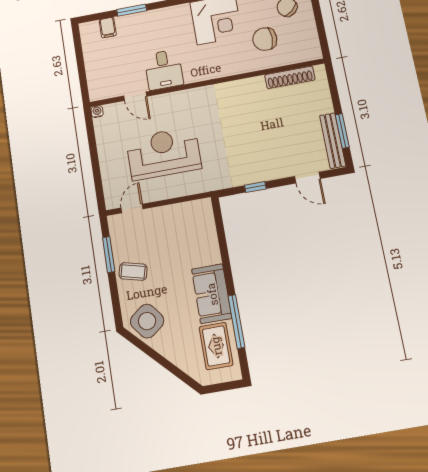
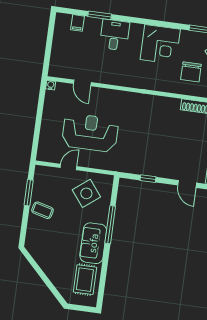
chair: (265, 39) -> (191, 72), turned -90
desk: (164, 70) -> (115, 35), moved, turned 180
door: (132, 208) -> (69, 167), moved
side table: (147, 321) -> (86, 193), moved
window: (236, 321) -> (110, 225), moved

